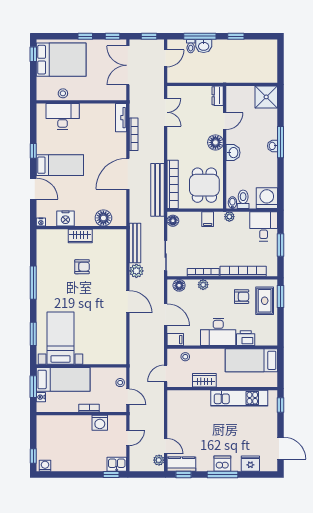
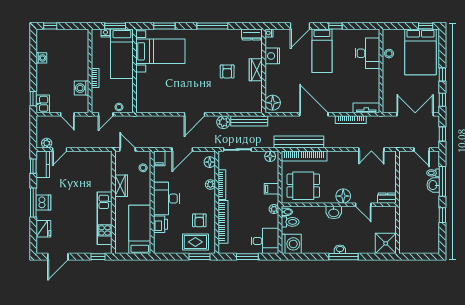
floor lamp: (103, 218) -> (273, 103), moved
dresser: (42, 241) -> (252, 34), added
washing machine: (45, 466) -> (41, 58), moved

